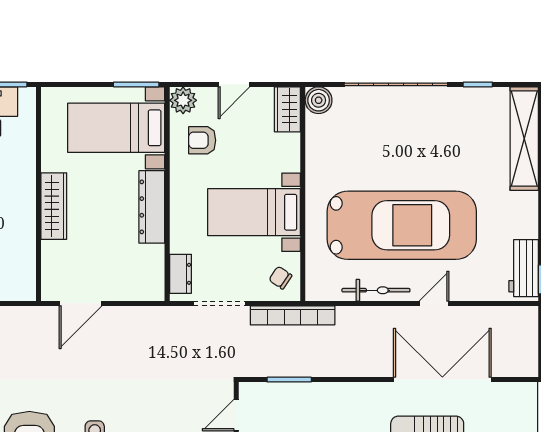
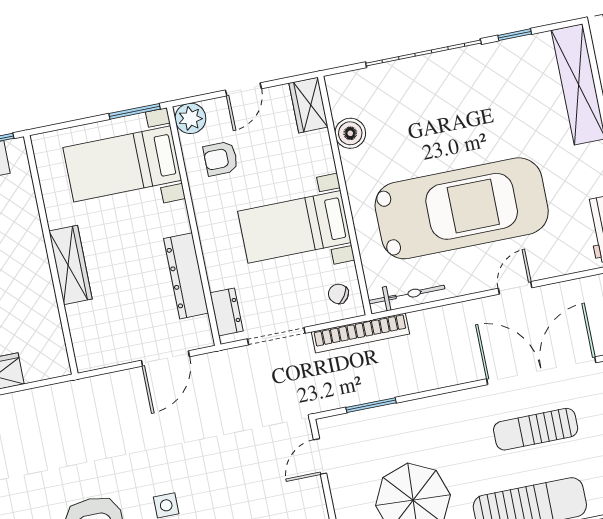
boiler: (319, 100) -> (350, 133), moved
dresser: (152, 207) -> (186, 276), moved
bicycle: (376, 290) -> (407, 295), moved
door: (80, 303) -> (165, 358), moved

